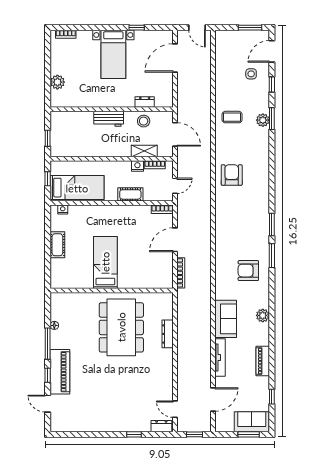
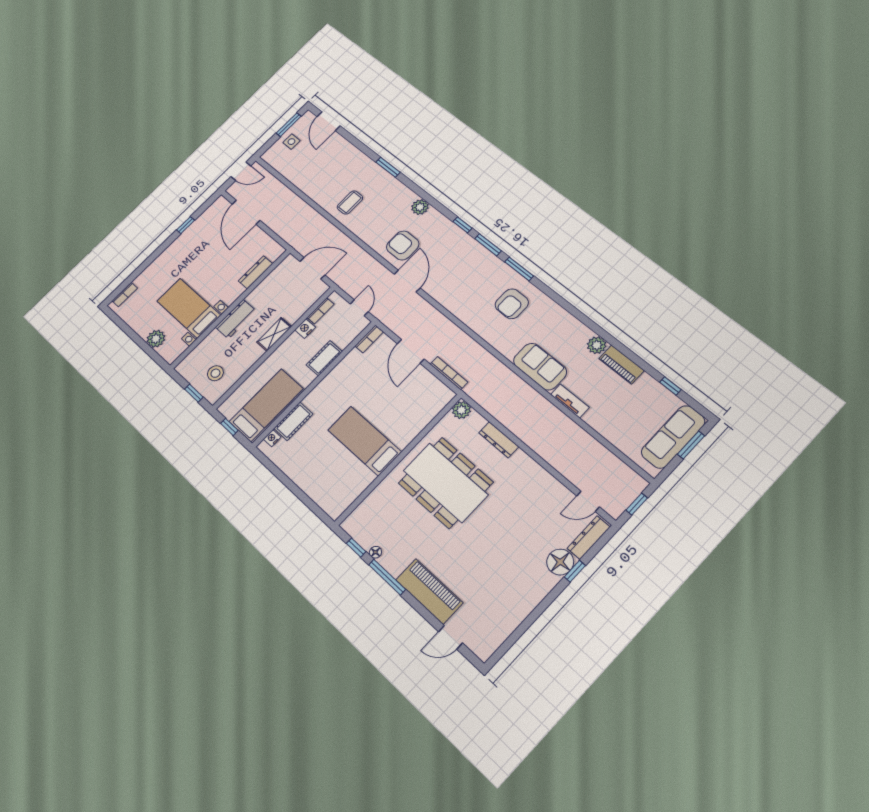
bed with nightstands: (113, 54) -> (189, 308), moved, turned 180
side table: (251, 74) -> (291, 142), moved
window: (272, 85) -> (462, 225), moved
dresser: (145, 102) -> (255, 272), width x1.44
plant: (263, 120) -> (420, 207), moved
stool: (144, 121) -> (215, 373), moved
shelving: (144, 151) -> (274, 334), moved
cot: (57, 245) -> (293, 421), moved, turned 90
plant: (166, 299) -> (461, 410), added
plant: (263, 315) -> (597, 345), moved
tv unit: (220, 357) -> (570, 401), width x0.71
window: (48, 375) -> (356, 548), moved
door: (213, 399) -> (407, 281), moved
sofa: (252, 422) -> (673, 437), width x1.36
floor lamp: (132, 423) -> (560, 562), added
dresser: (161, 426) -> (589, 538), width x1.44

